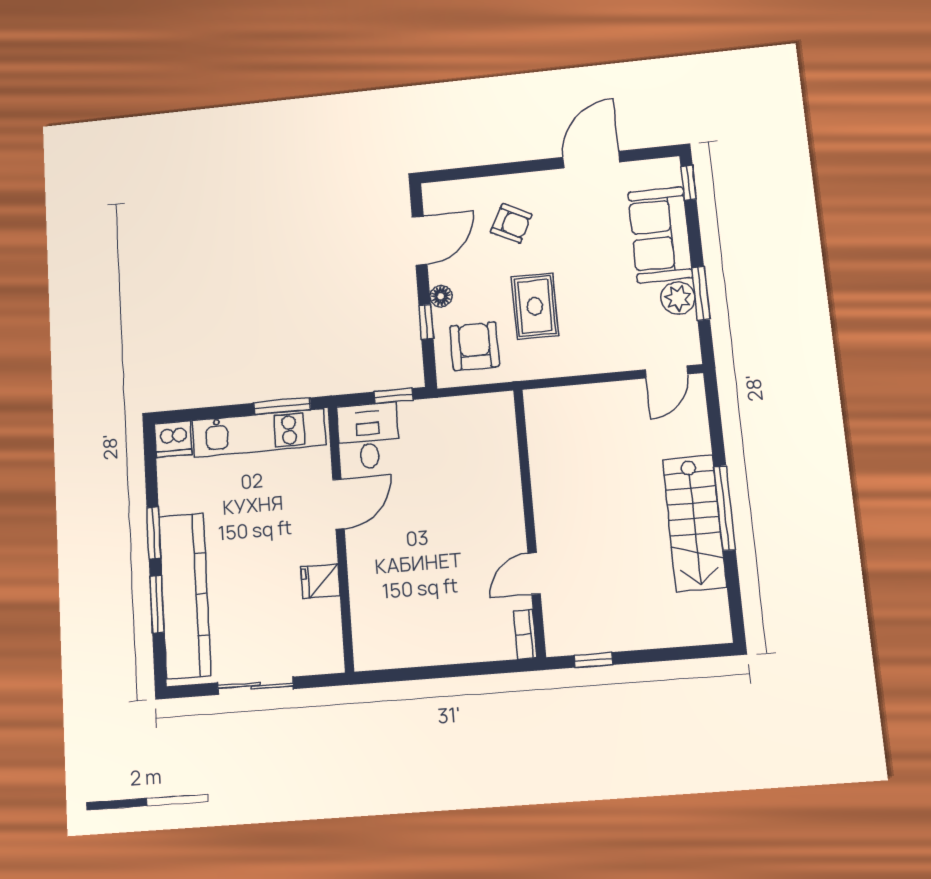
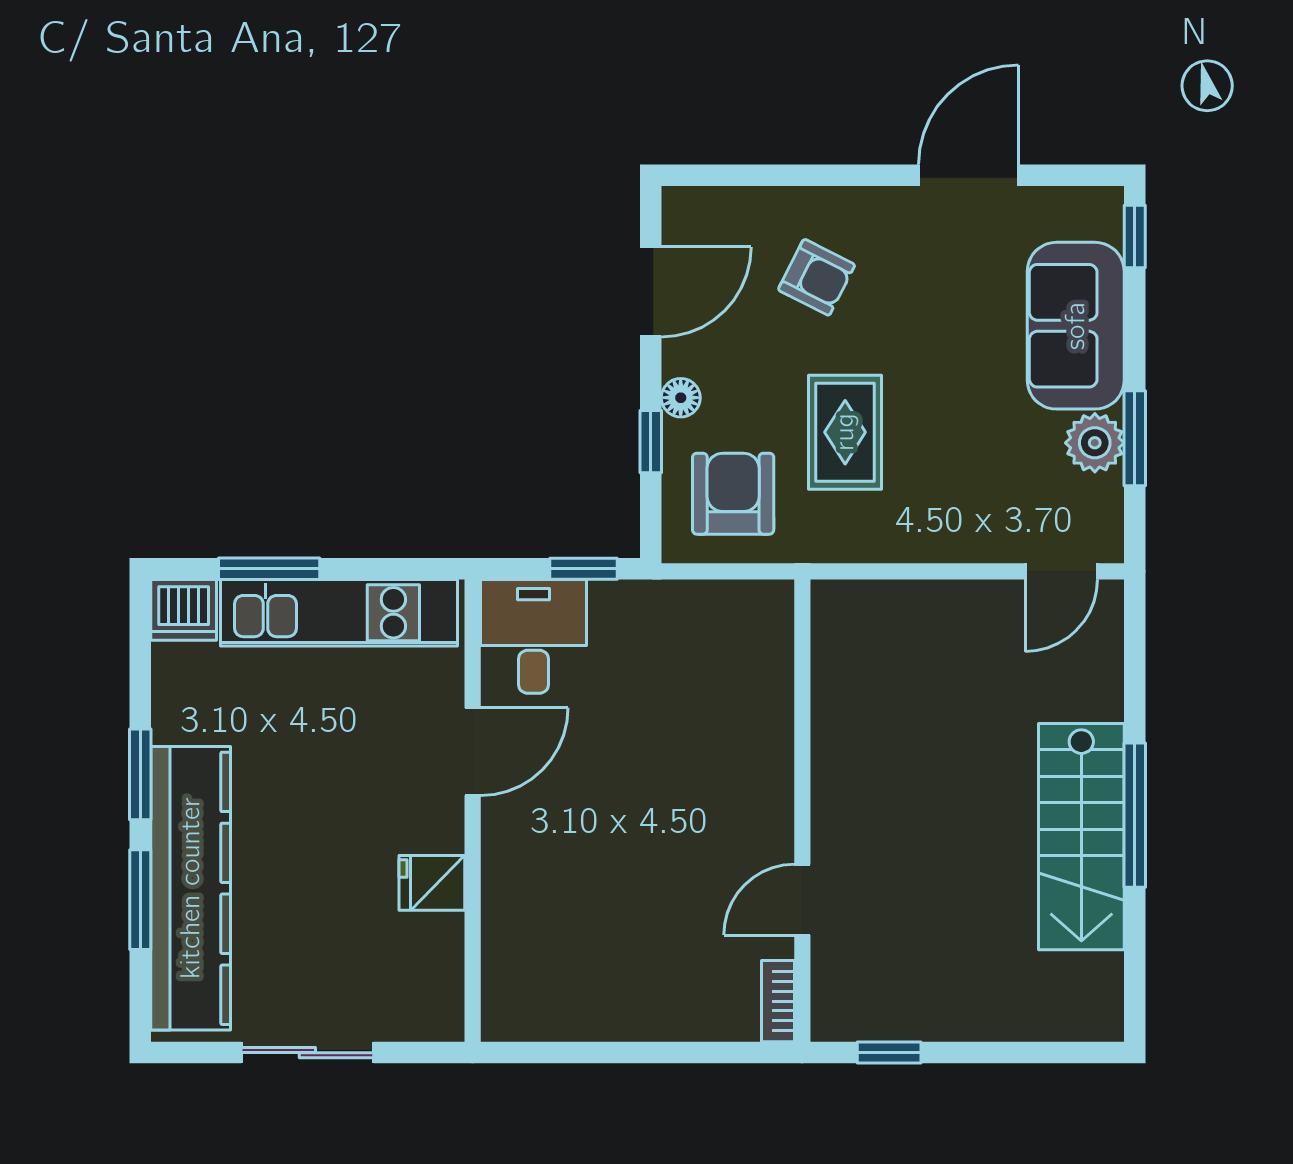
window: (282, 406) -> (269, 569), moved

